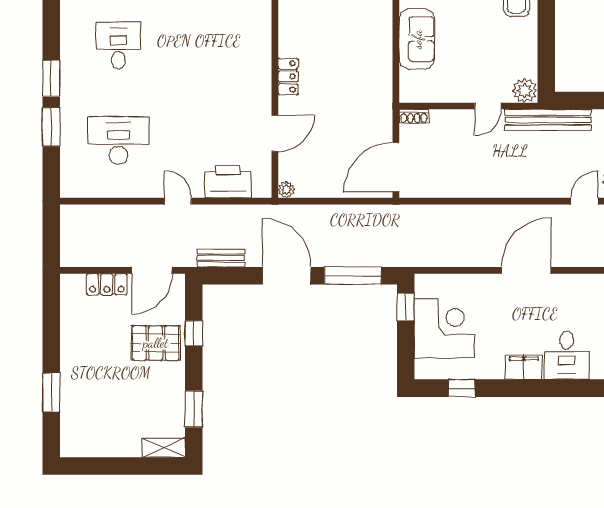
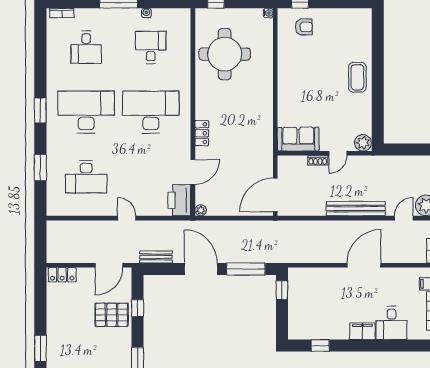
sofa: (417, 39) -> (298, 139), moved, turned -90
desk: (118, 45) -> (86, 112), width x1.87, depth x1.30
desk: (213, 45) -> (151, 112), added
window: (51, 78) -> (40, 110), moved
shoe rack: (414, 116) -> (318, 160), moved
bench: (548, 120) -> (356, 209), moved
desk: (118, 140) -> (86, 177), turned 180
printer: (228, 181) -> (179, 200), moved, turned -90
locker: (107, 284) -> (62, 275), moved
corner desk: (444, 328) -> (308, 305), removed

